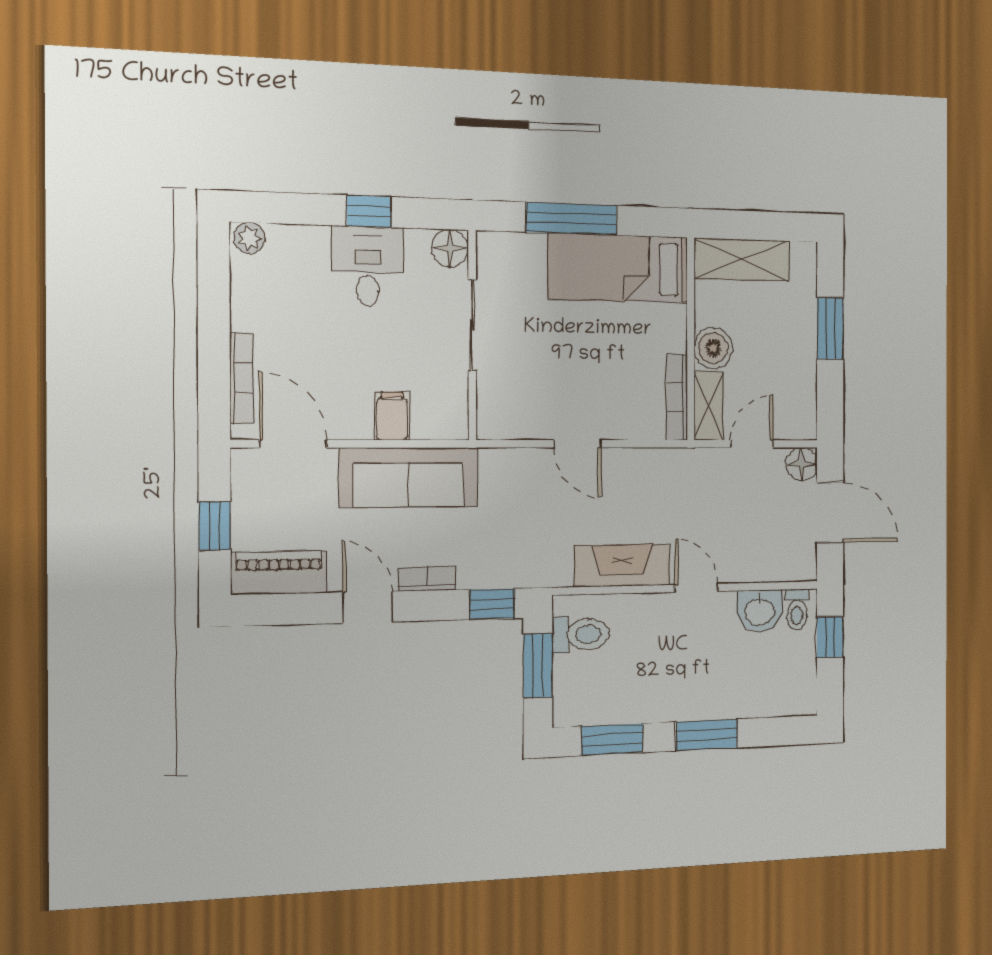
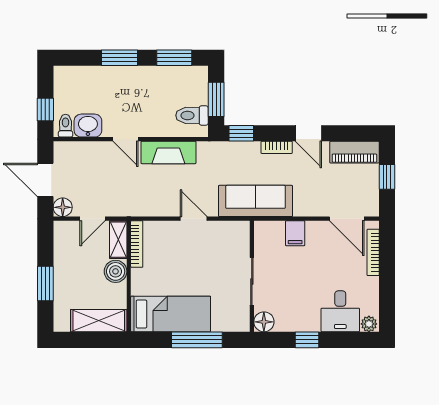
desk: (368, 266) -> (340, 311), moved
sofa: (409, 477) -> (256, 201), moved

